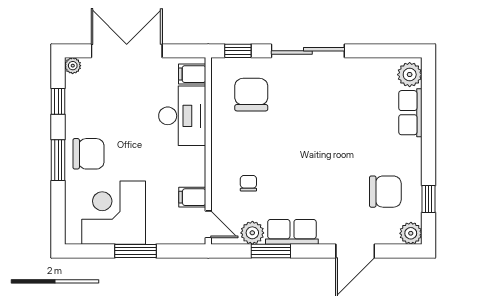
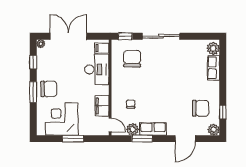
filing cabinet: (192, 197) -> (102, 106), width x2.00

